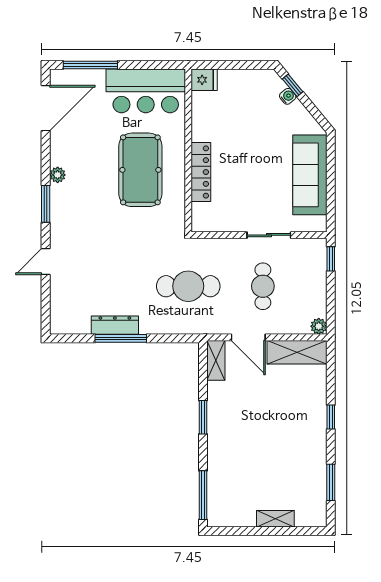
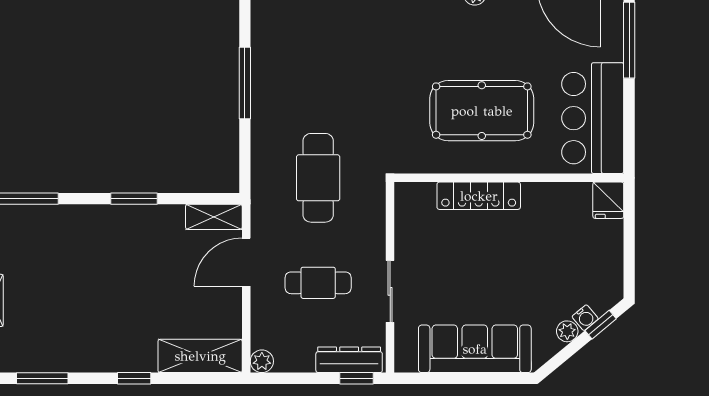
plant: (297, 109) -> (567, 331), added
dresser: (115, 325) -> (349, 360), moved, turned -90
shelving: (297, 352) -> (200, 356), moved, turned 90

